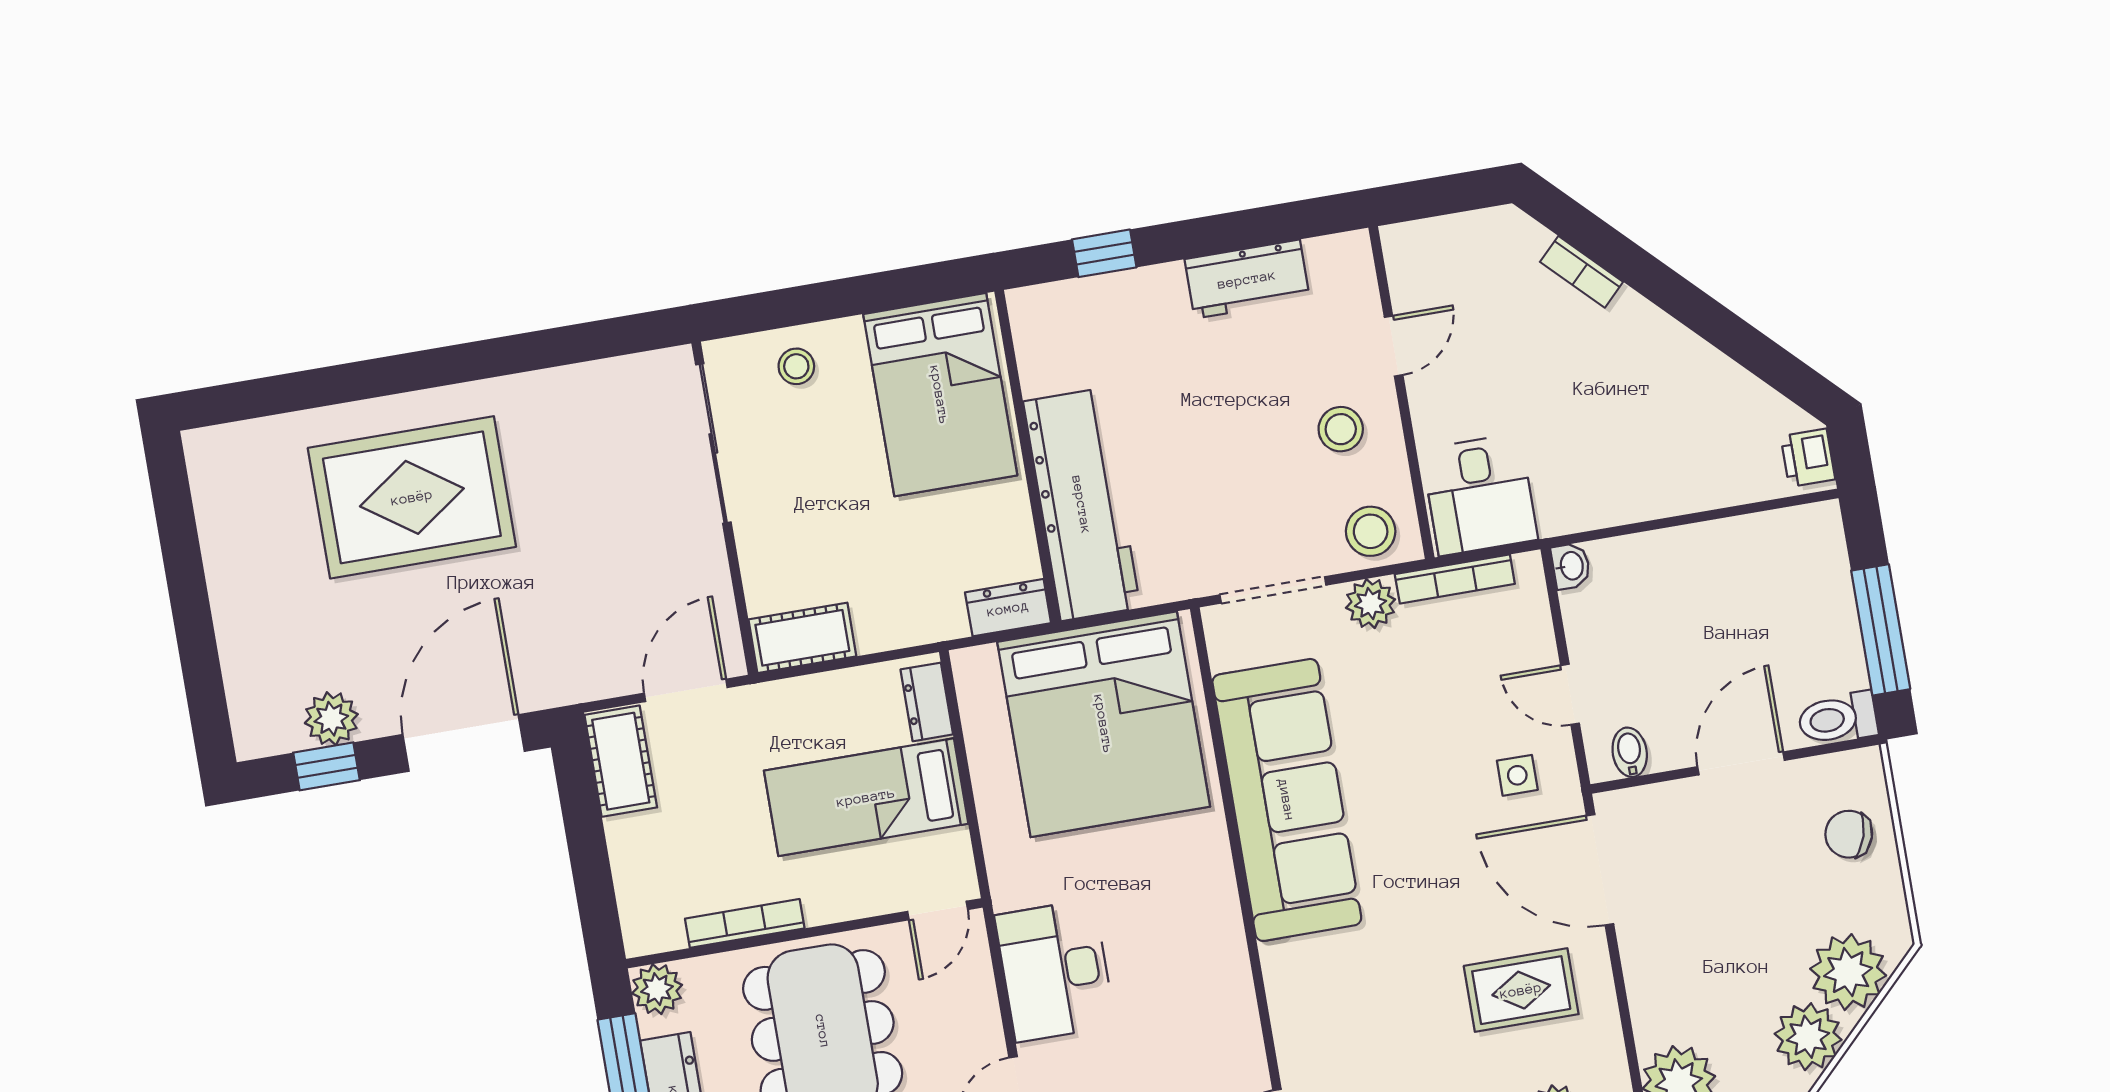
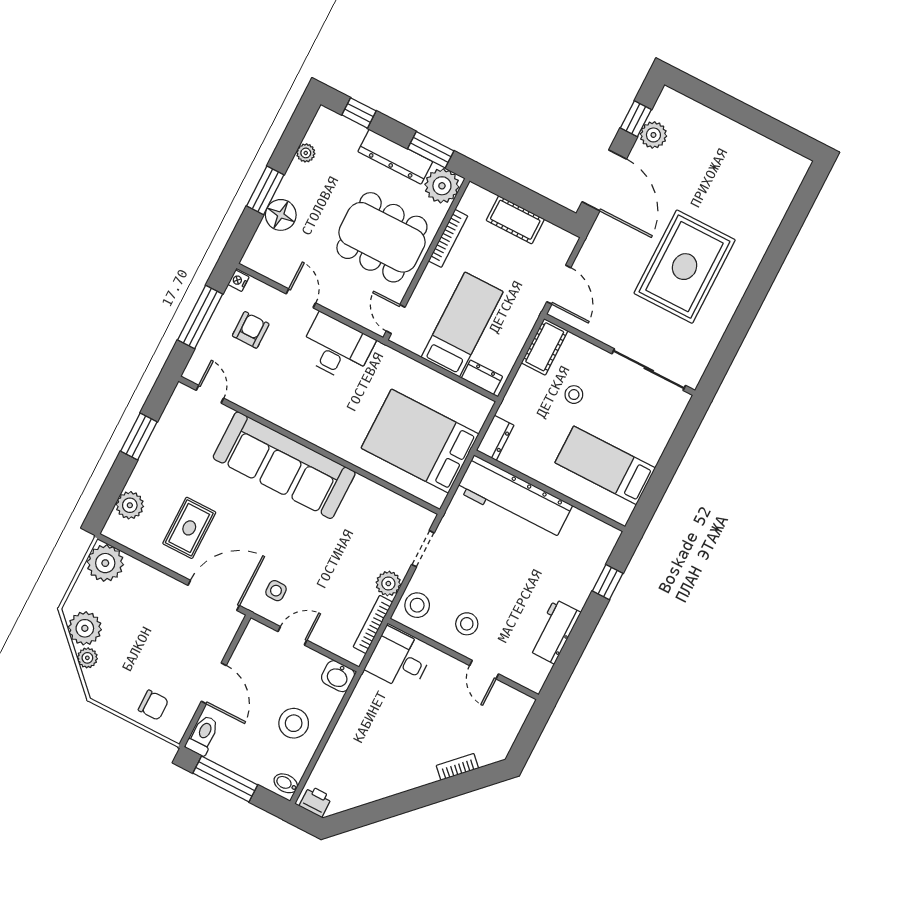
stool: (796, 366) -> (574, 395), moved
bed: (940, 395) -> (605, 465), width x0.67
rug: (412, 497) -> (685, 267), moved
washbasin: (1571, 566) -> (338, 676), width x1.38, depth x1.45
stool: (1709, 587) -> (294, 723), added
doorway: (1273, 590) -> (423, 549), width x0.73
bed: (1104, 724) -> (420, 441), width x0.73
bidet: (1630, 752) -> (286, 783), moved, turned 180
cot: (621, 761) -> (515, 220), moved
sofa: (1287, 800) -> (284, 465), moved
chair: (1849, 834) -> (153, 705), turned 73
plant: (1848, 972) -> (87, 658), width x0.53, depth x0.53
plant: (657, 989) -> (442, 186), width x1.36, depth x1.36

